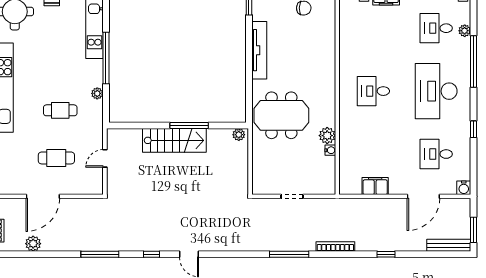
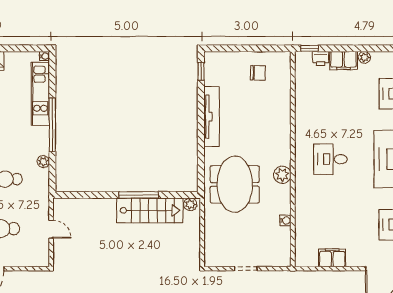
meeting table: (281, 115) -> (235, 184), turned 90
plant: (327, 136) -> (282, 175), moved
stairs: (174, 140) -> (150, 210), moved
door: (105, 158) -> (51, 229), swing flipped

